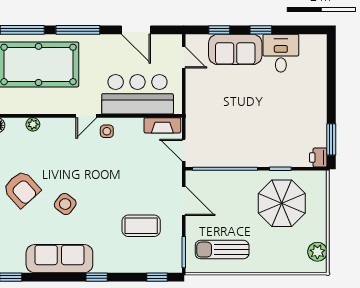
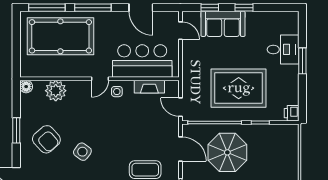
desk: (281, 53) -> (283, 49), moved, turned 90
plant: (33, 124) -> (56, 91), width x1.88, depth x1.88
fireplace: (162, 125) -> (149, 87), moved
rug: (254, 127) -> (239, 88), added
window: (331, 139) -> (302, 61), moved
parasol: (282, 203) -> (227, 152), moved

